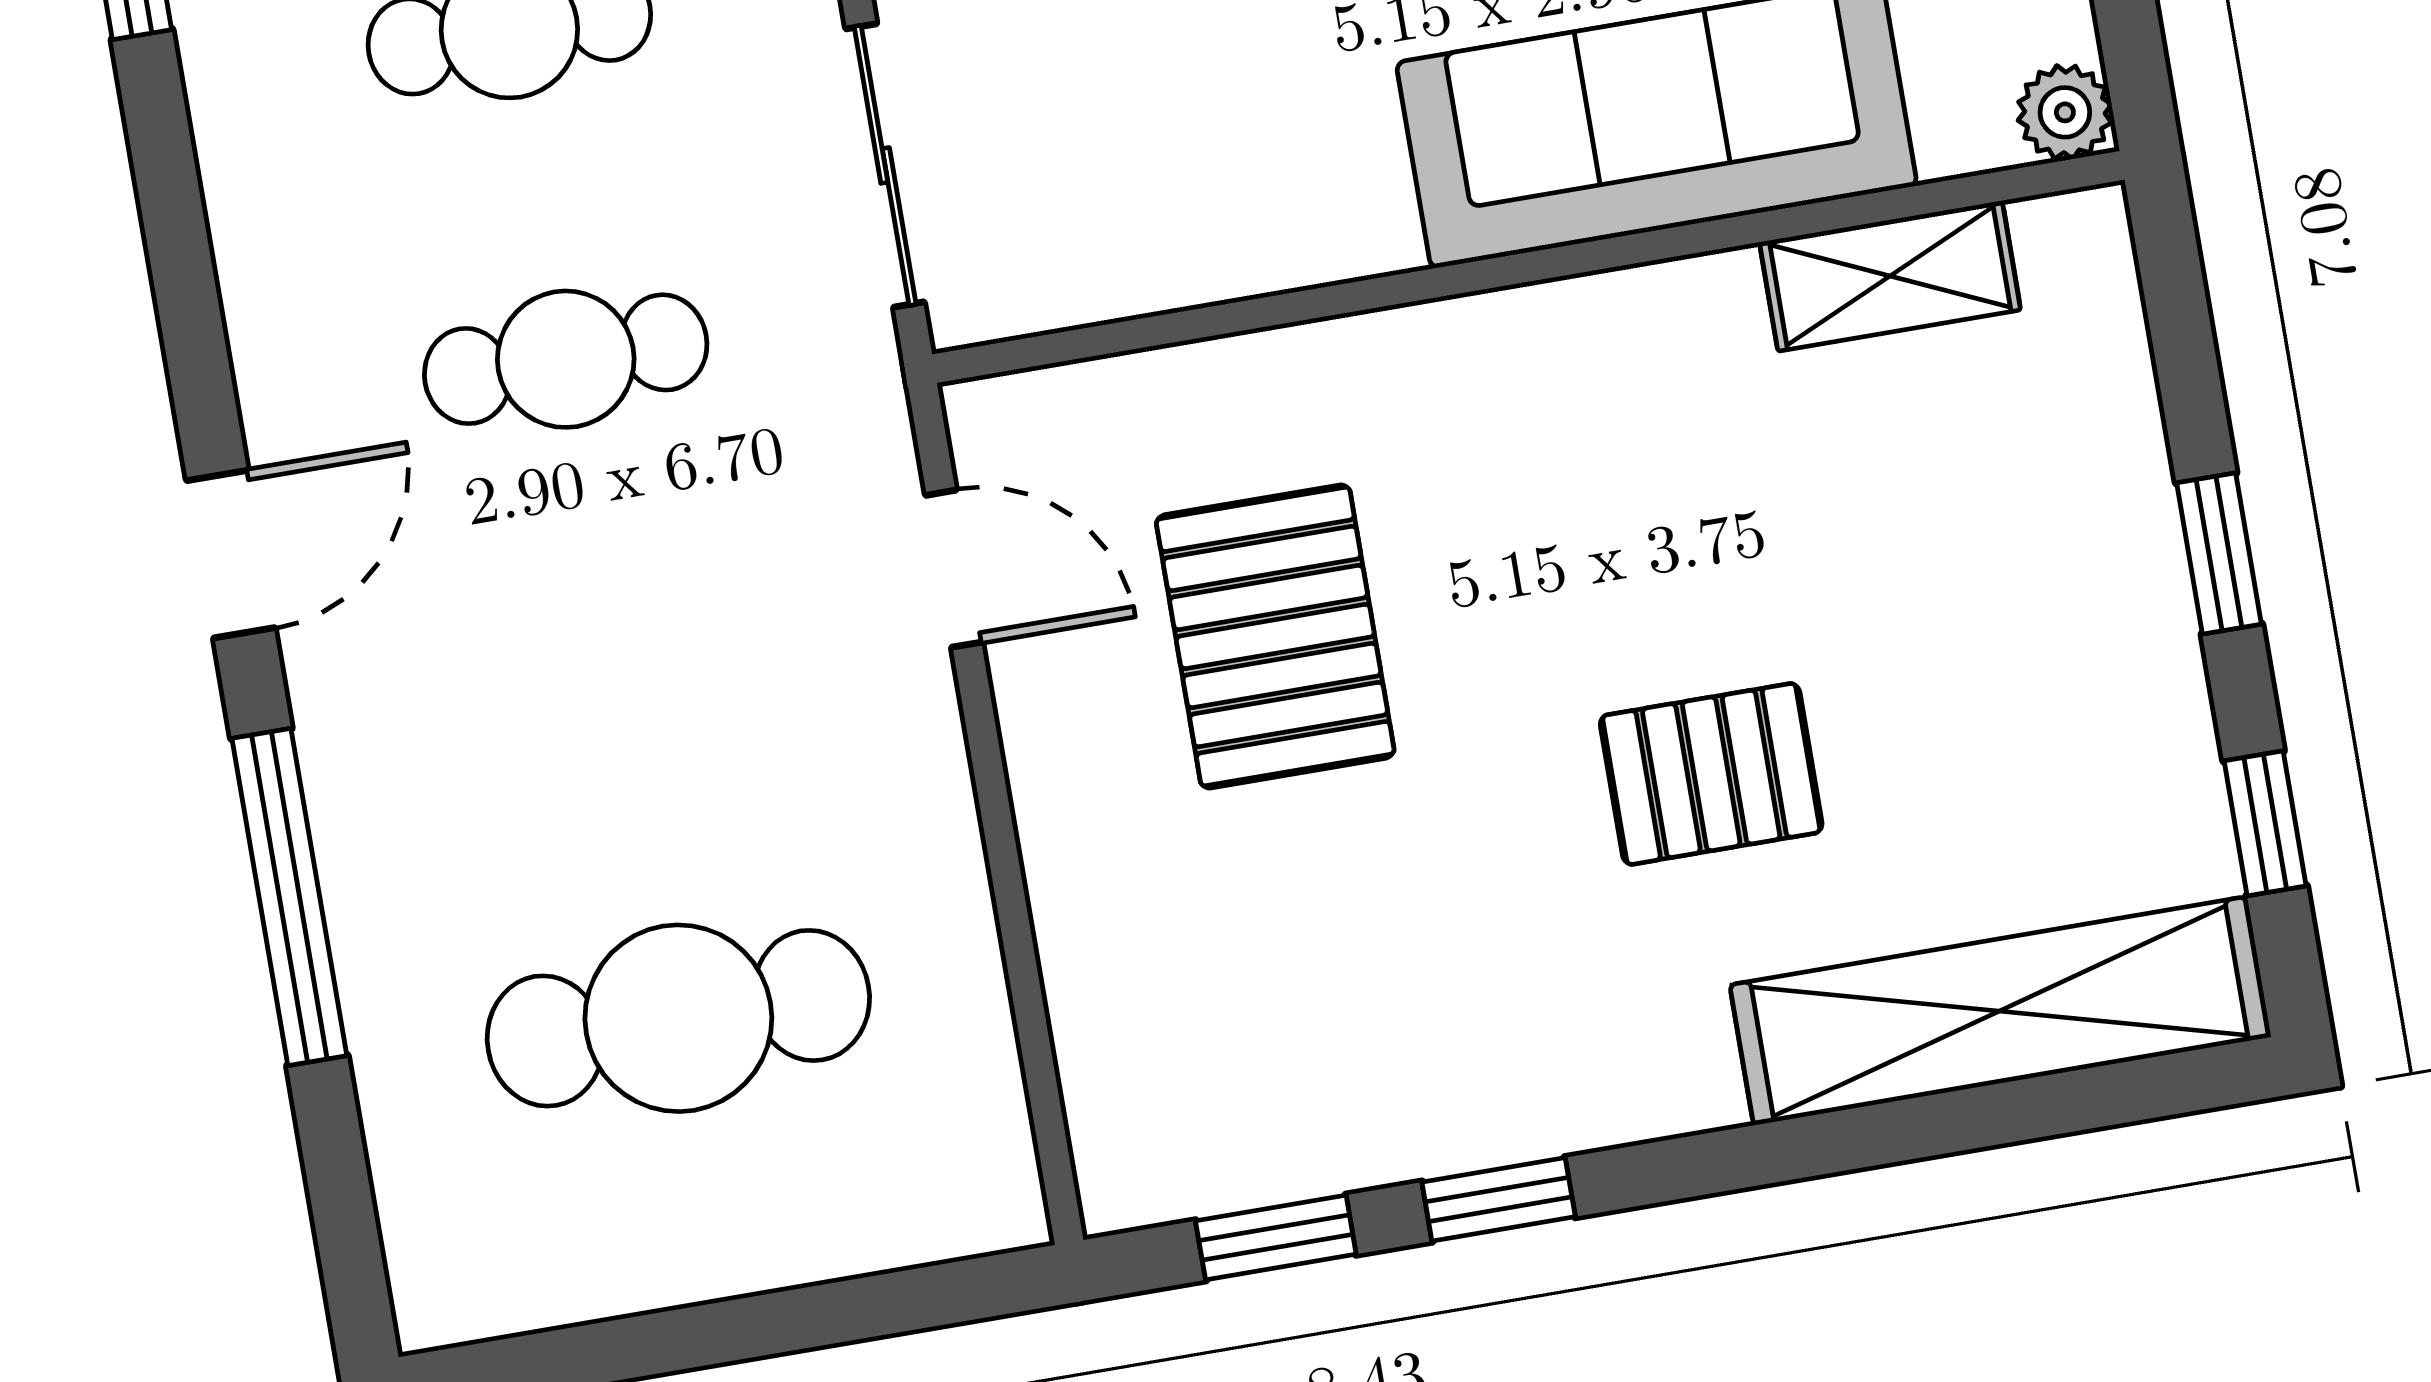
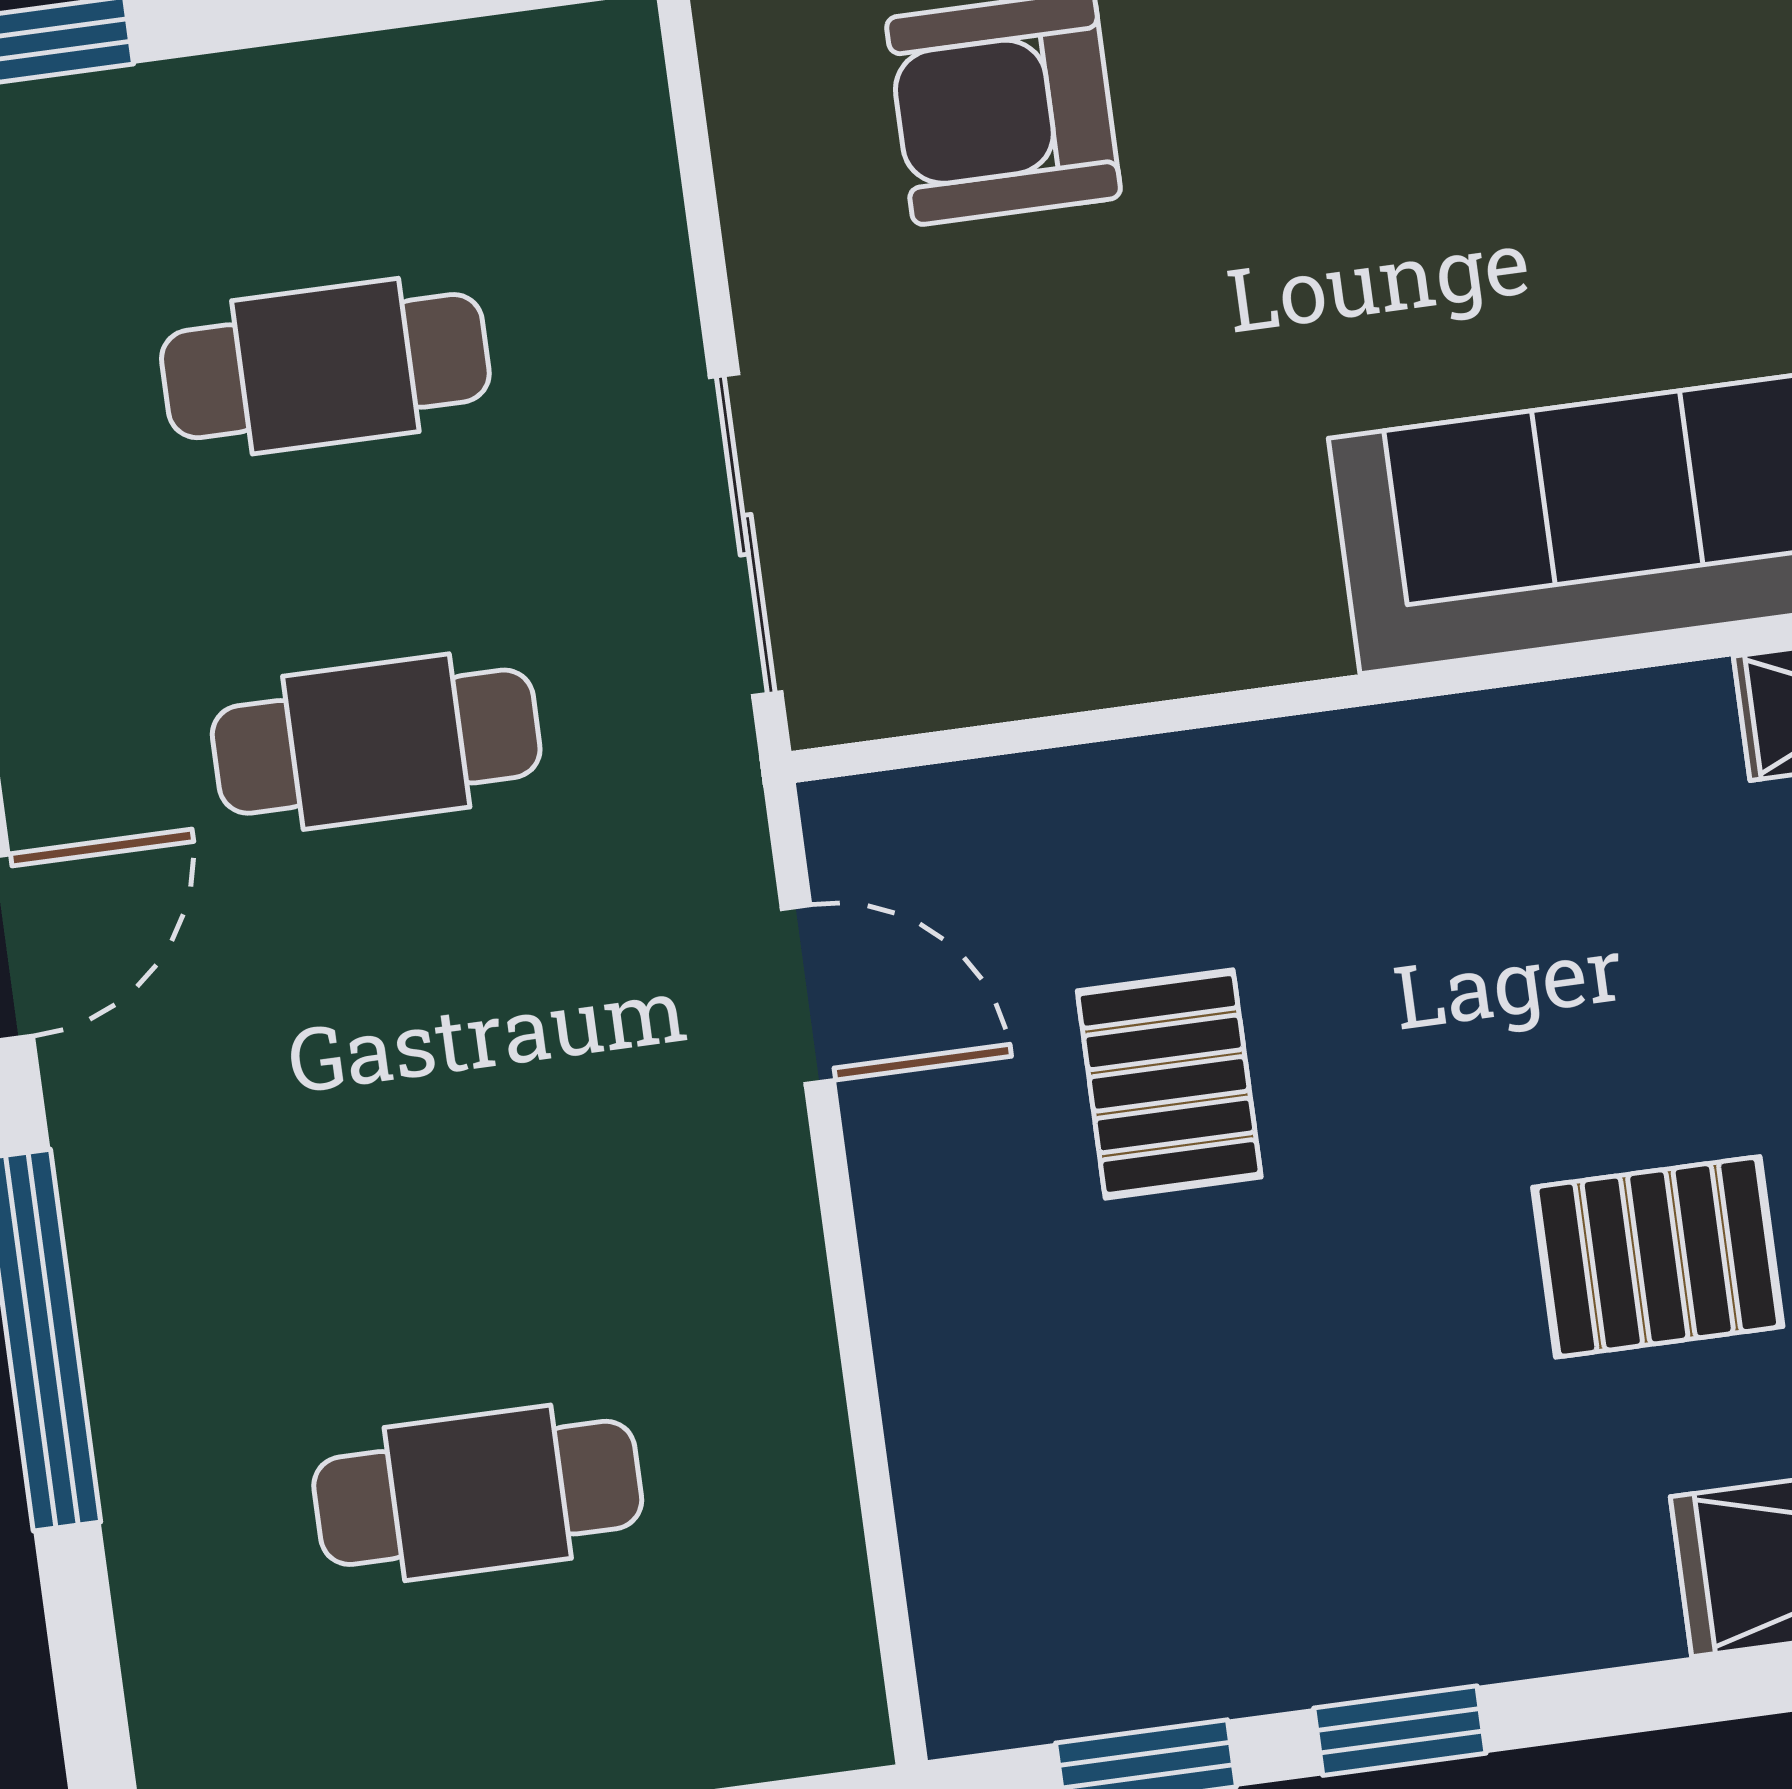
pallet: (1275, 637) -> (1169, 1084), width x0.67, depth x0.71
cafe table: (678, 1018) -> (478, 1493), width x0.73, depth x0.74

